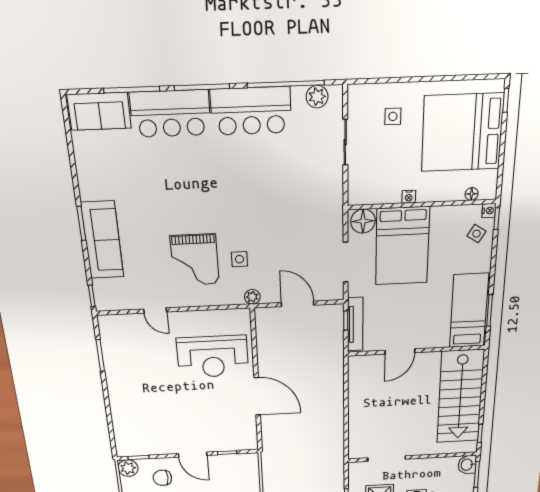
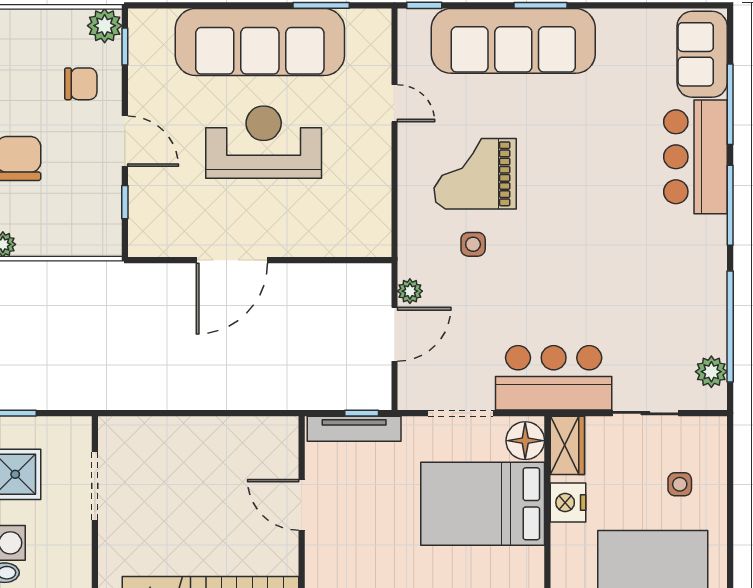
bar counter: (251, 111) -> (554, 378), moved, turned 90
wardrobe: (366, 194) -> (567, 445), added
nightstand: (409, 197) -> (568, 503), width x1.89, depth x1.79
sofa: (102, 240) -> (513, 41), width x1.36, depth x1.27
plant: (252, 297) -> (410, 291), moved
door: (155, 311) -> (394, 103), swing flipped
reception desk: (213, 357) -> (264, 142), moved, turned 90
sofa: (127, 388) -> (260, 42), added
door: (193, 455) -> (125, 141), swing flipped
chair: (162, 478) -> (81, 84), turned 90

